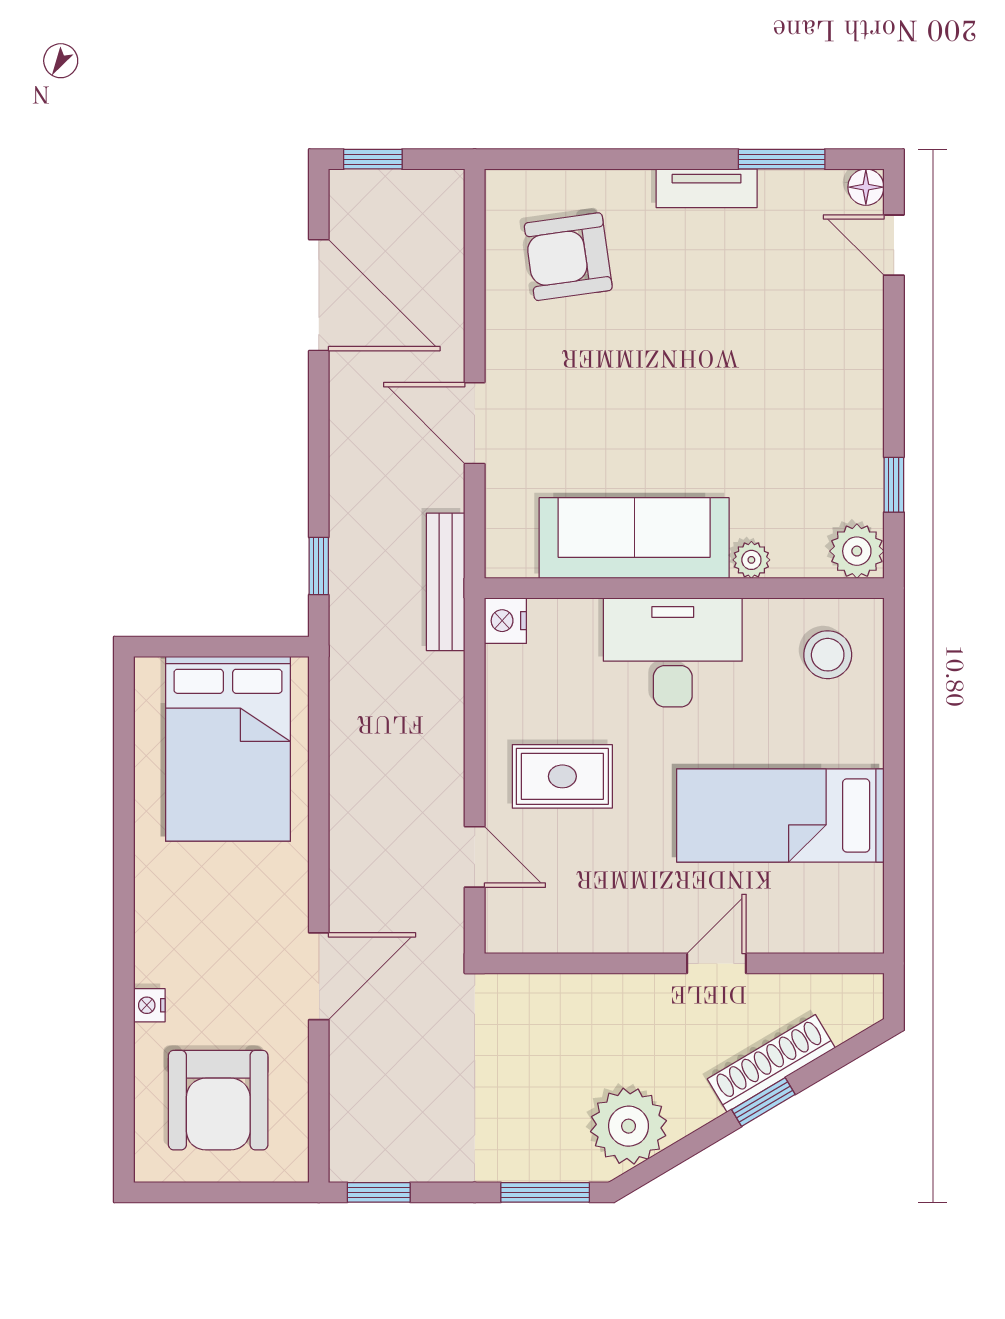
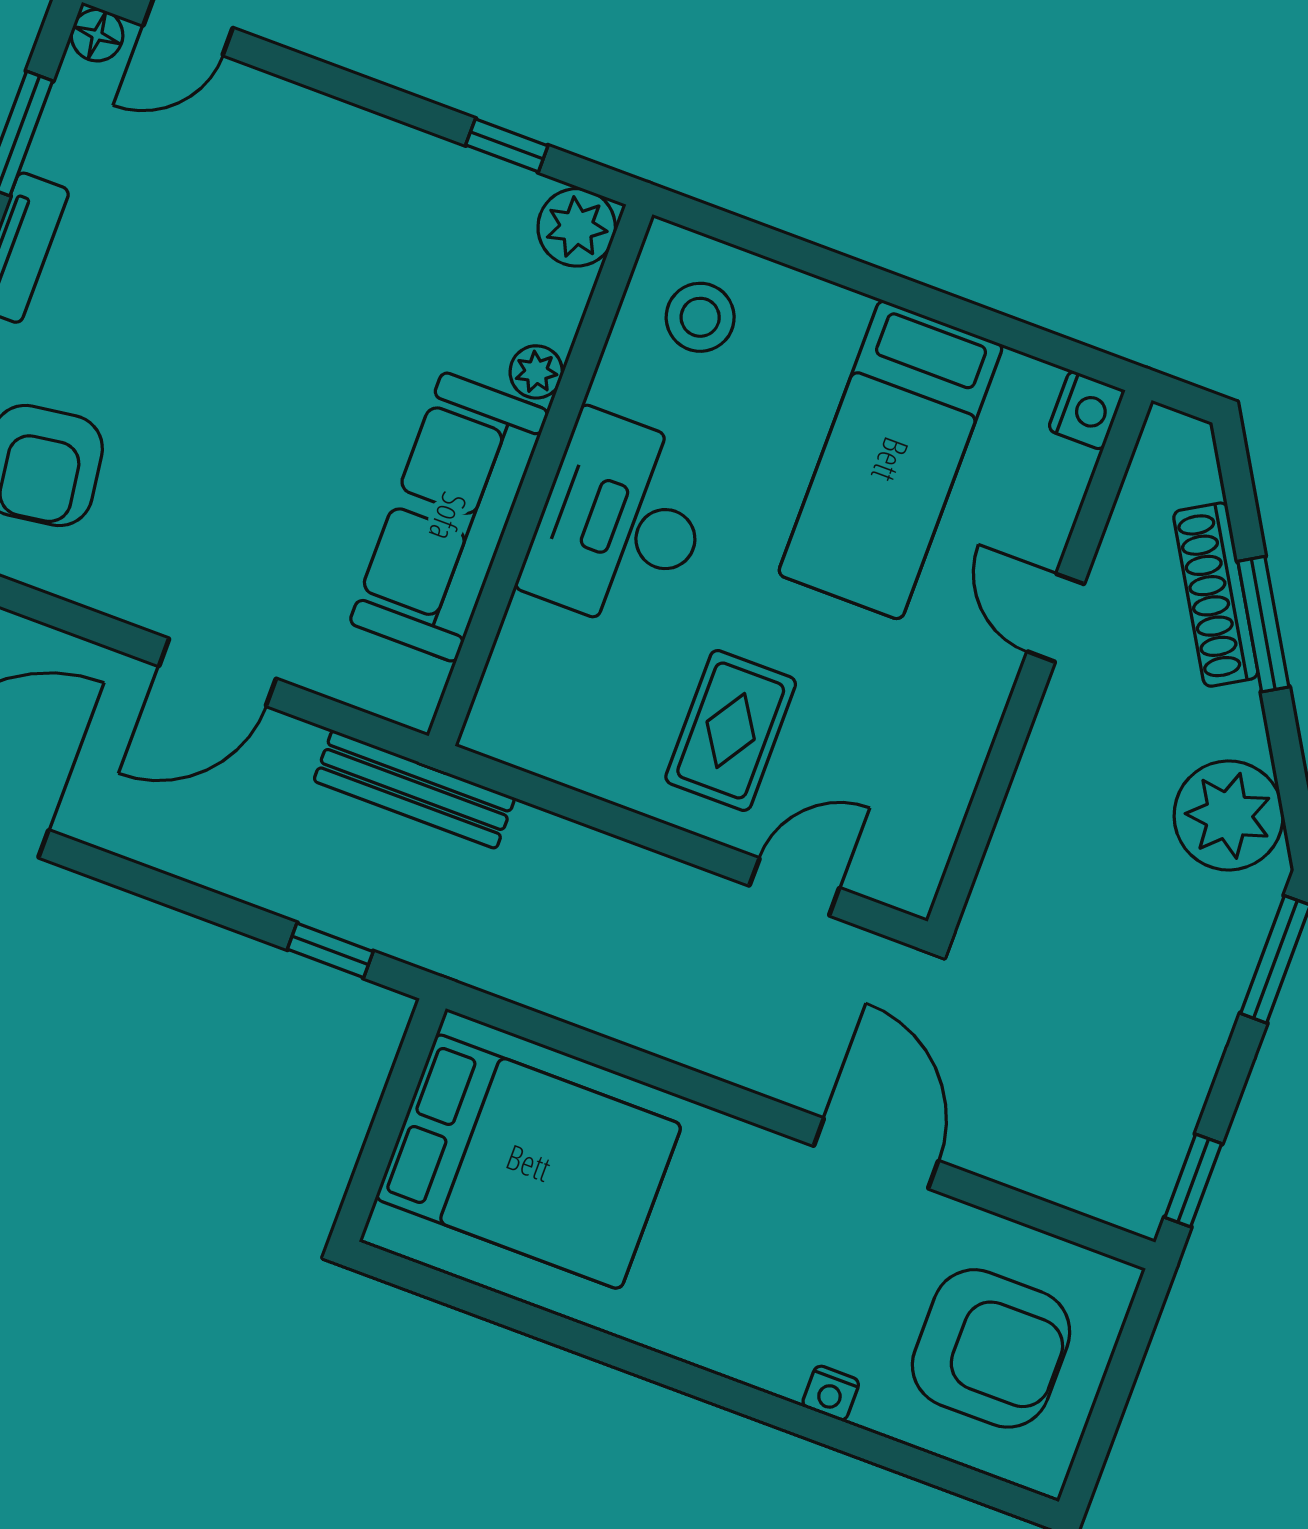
nightstand: (505, 621) -> (1086, 410), moved, turned -90
window: (763, 1102) -> (1263, 624), width x1.50

